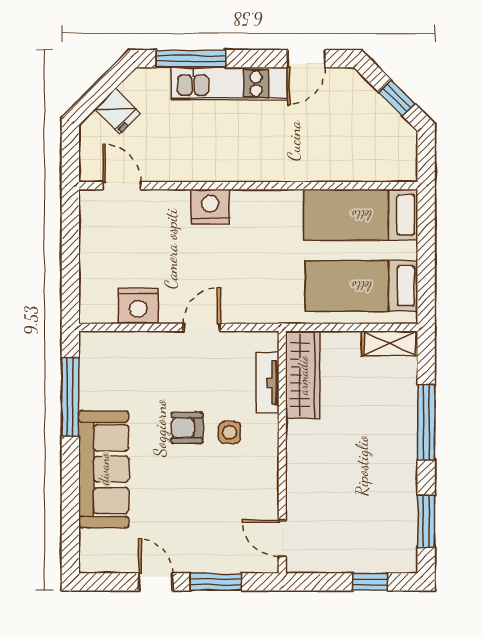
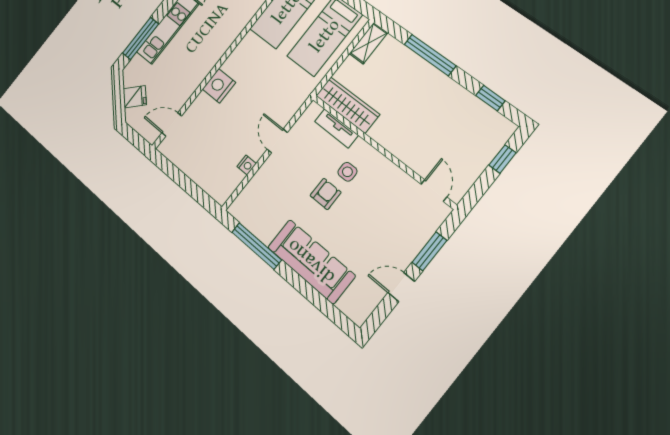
nightstand: (138, 306) -> (247, 165), width x0.53, depth x0.56
armchair: (187, 428) -> (326, 194), turned 180
window: (426, 521) -> (490, 98), width x0.67
door: (282, 538) -> (434, 191), swing flipped

